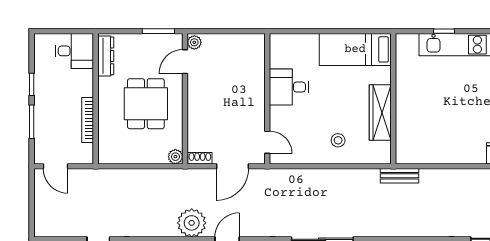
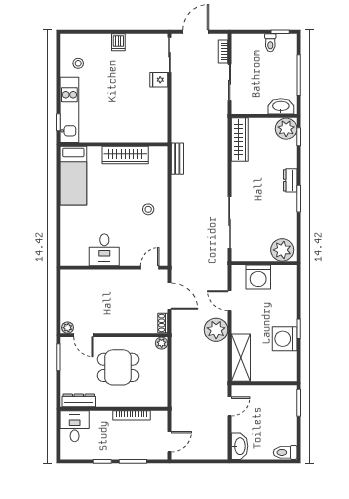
bed: (355, 49) -> (73, 176), moved
wall: (393, 99) -> (114, 144), moved
wardrobe: (380, 112) -> (125, 155), moved

